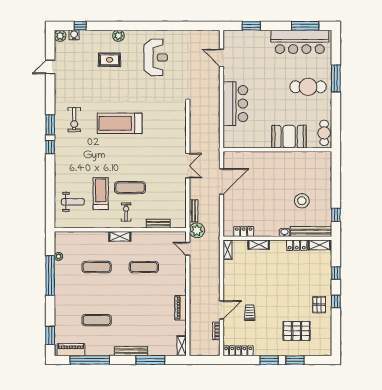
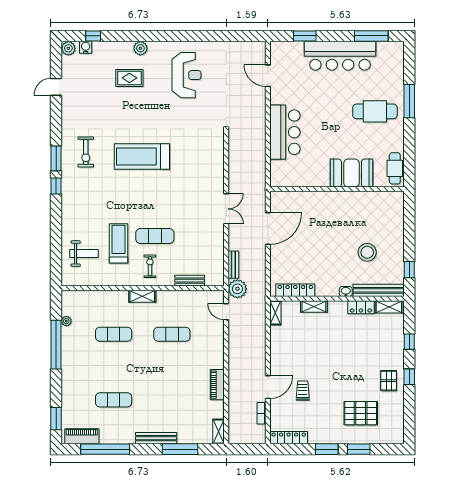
bar counter: (300, 42) -> (340, 56), moved
locker: (244, 231) -> (295, 290), width x1.53

